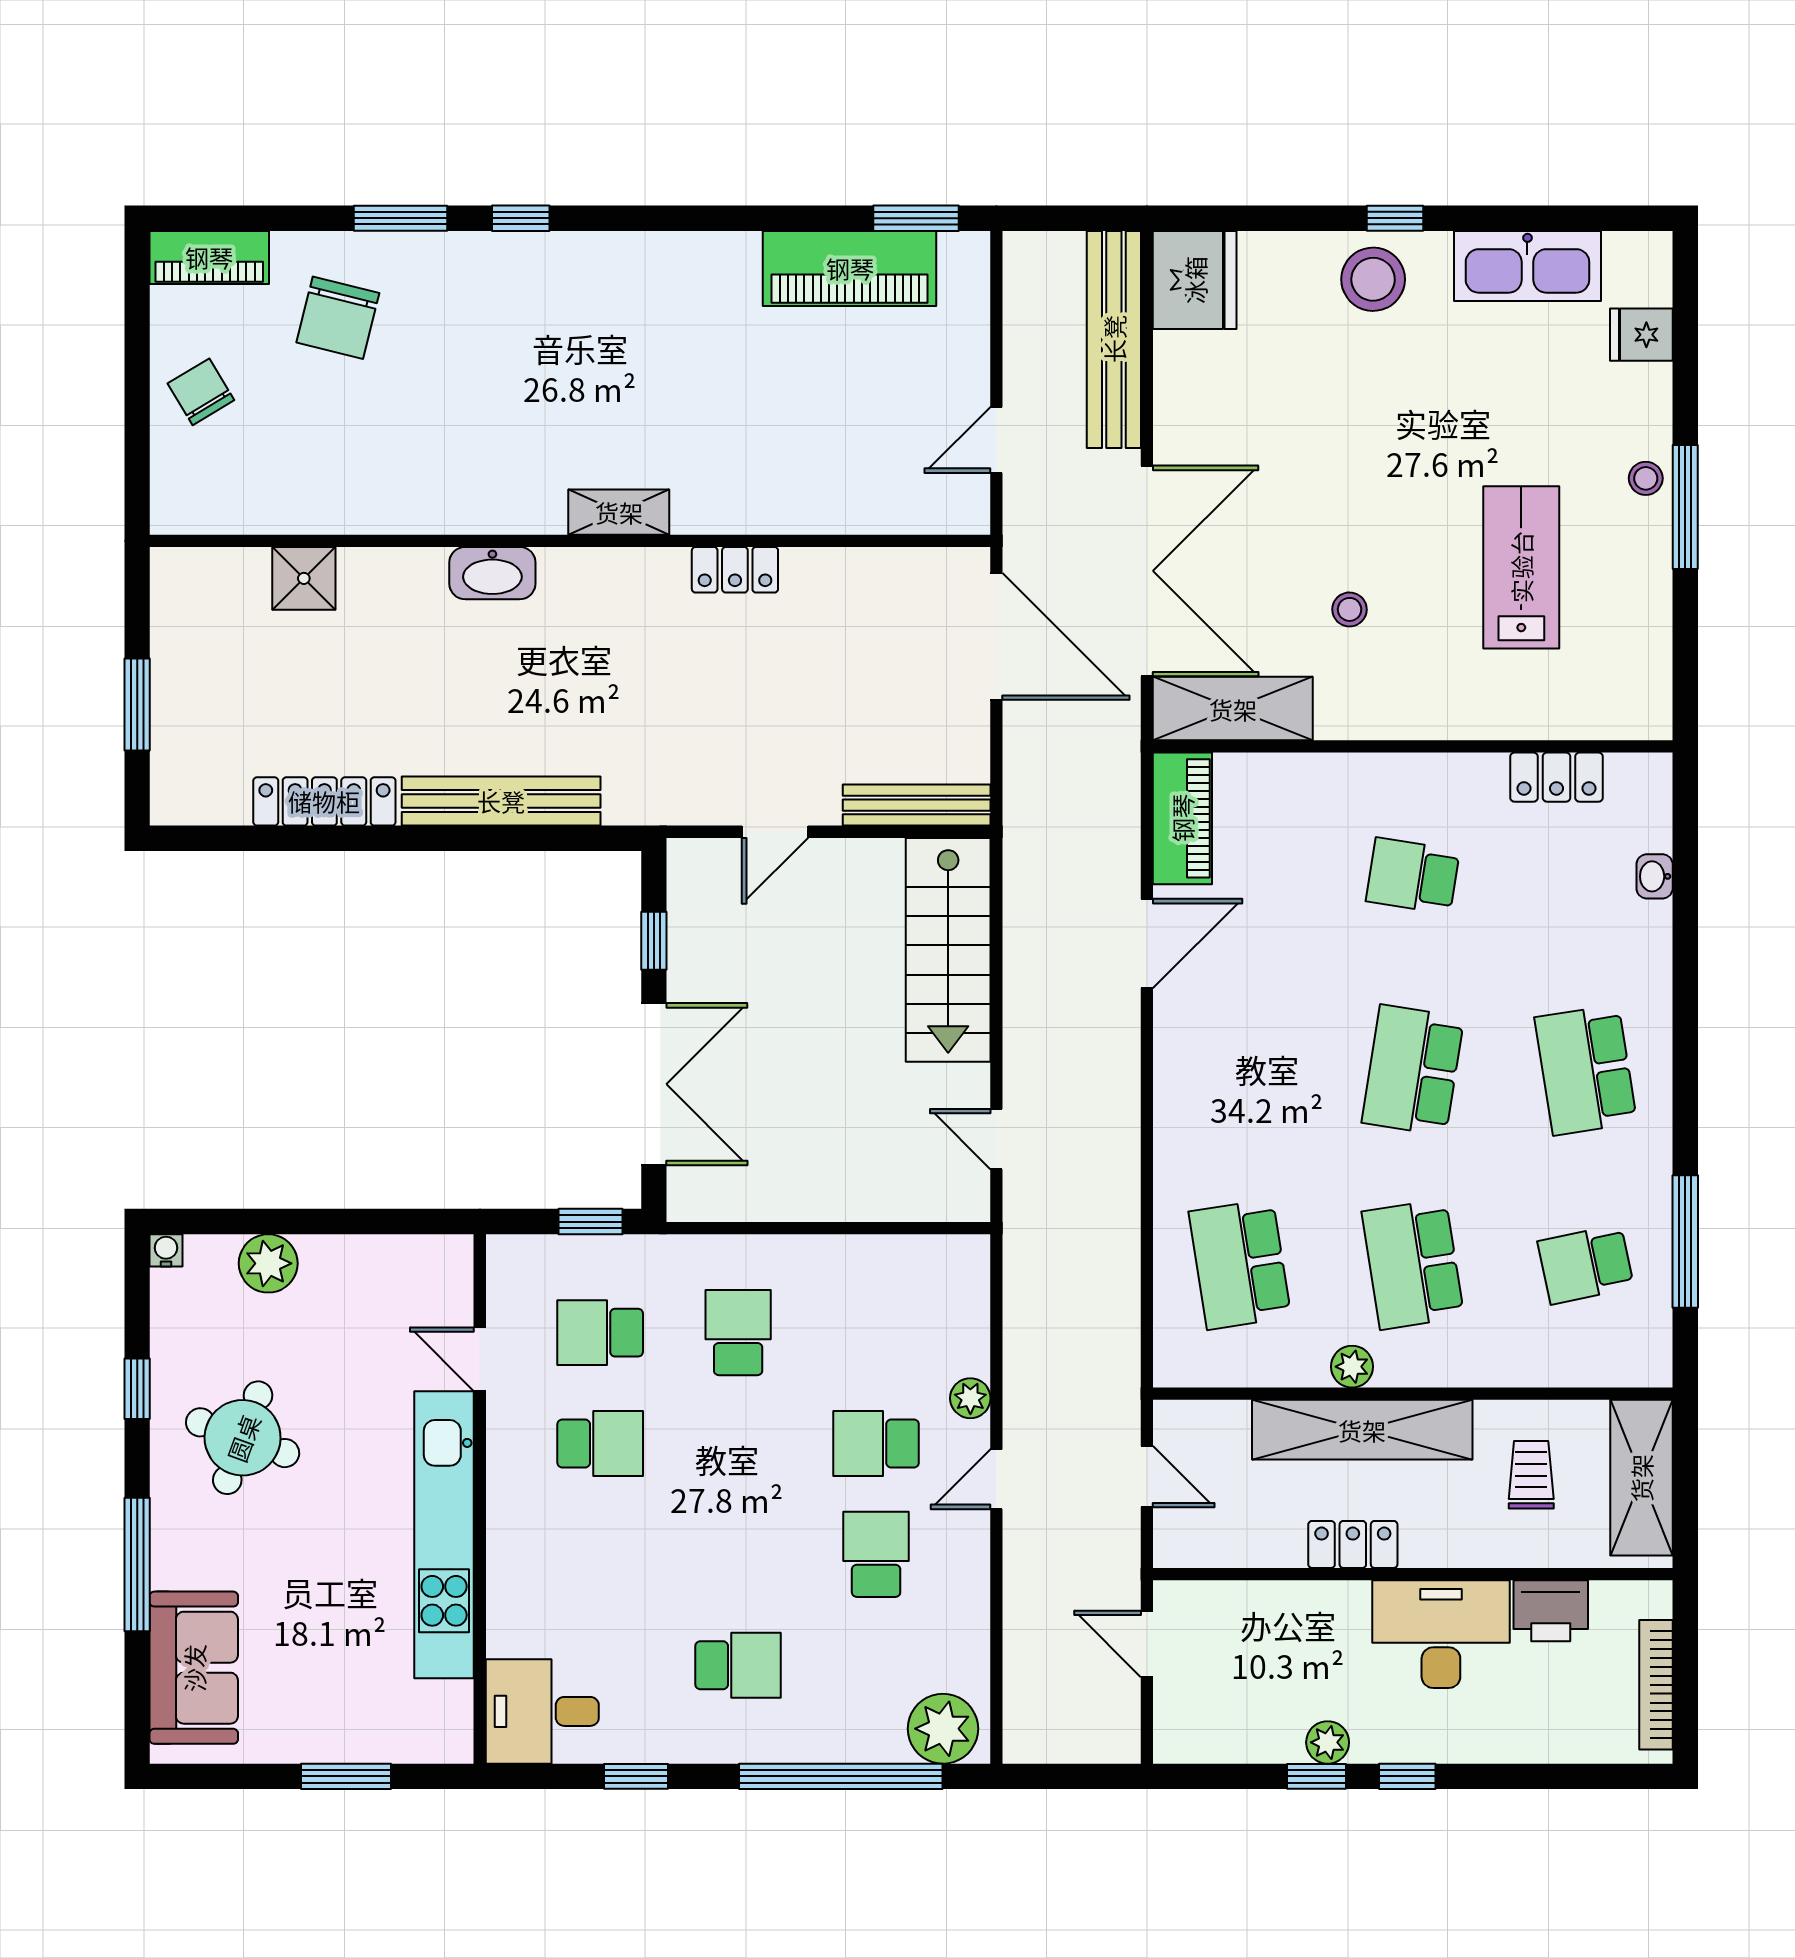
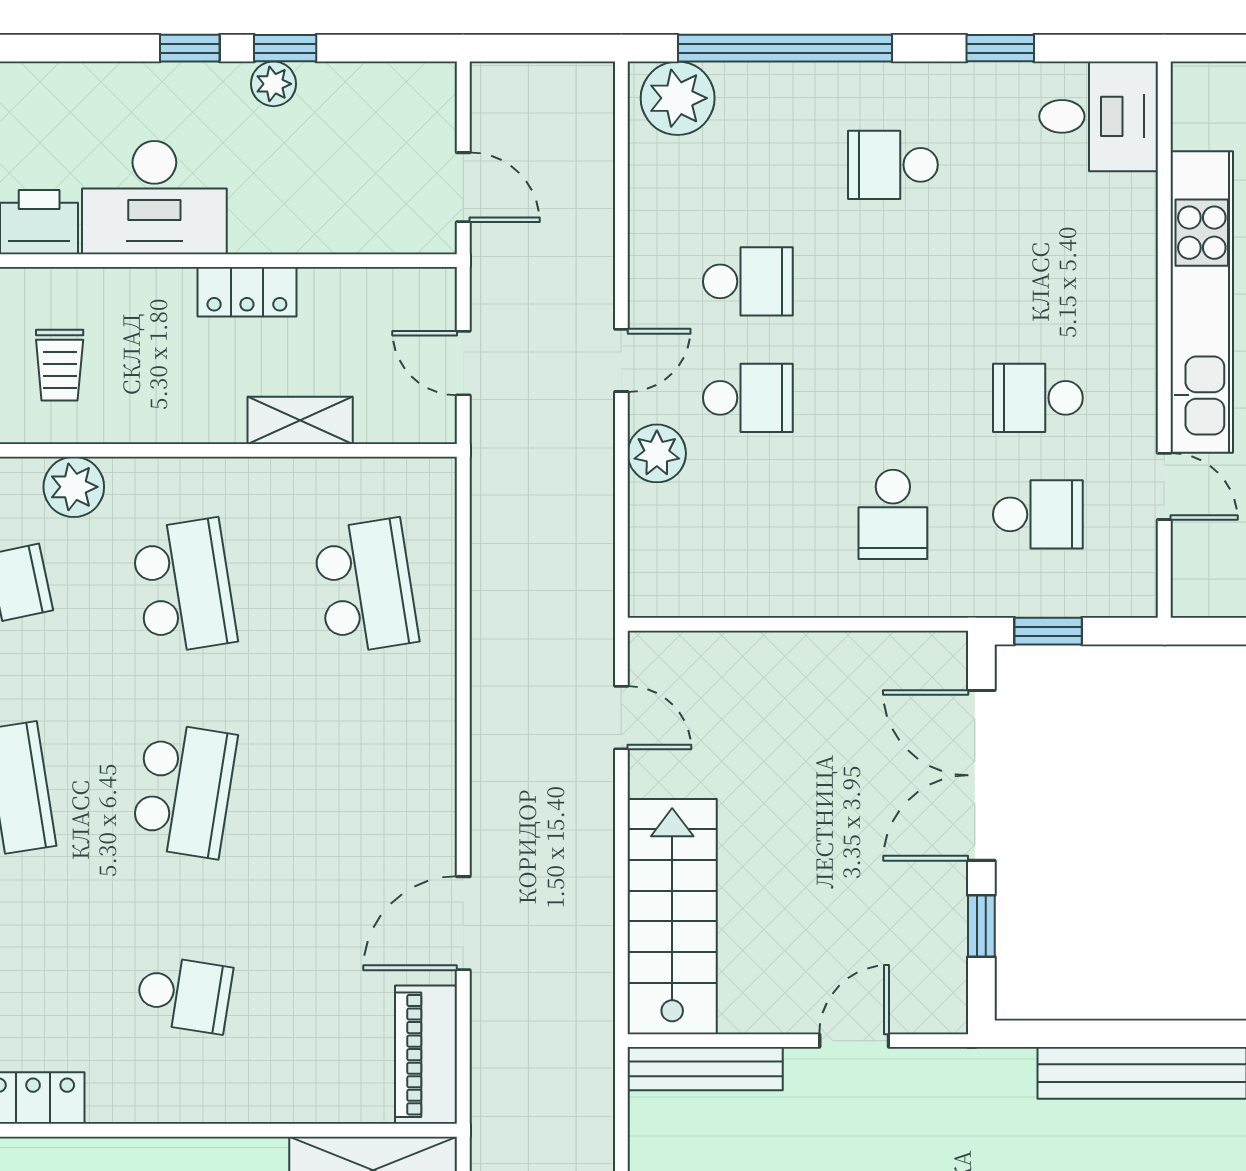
plant: (1352, 1367) -> (74, 487), moved, width x1.38, depth x1.38
plant: (970, 1398) -> (657, 453), width x1.38, depth x1.38
shelving: (1362, 1430) -> (300, 420), width x0.45, depth x0.75
school desk: (876, 1554) -> (748, 281), turned -90

